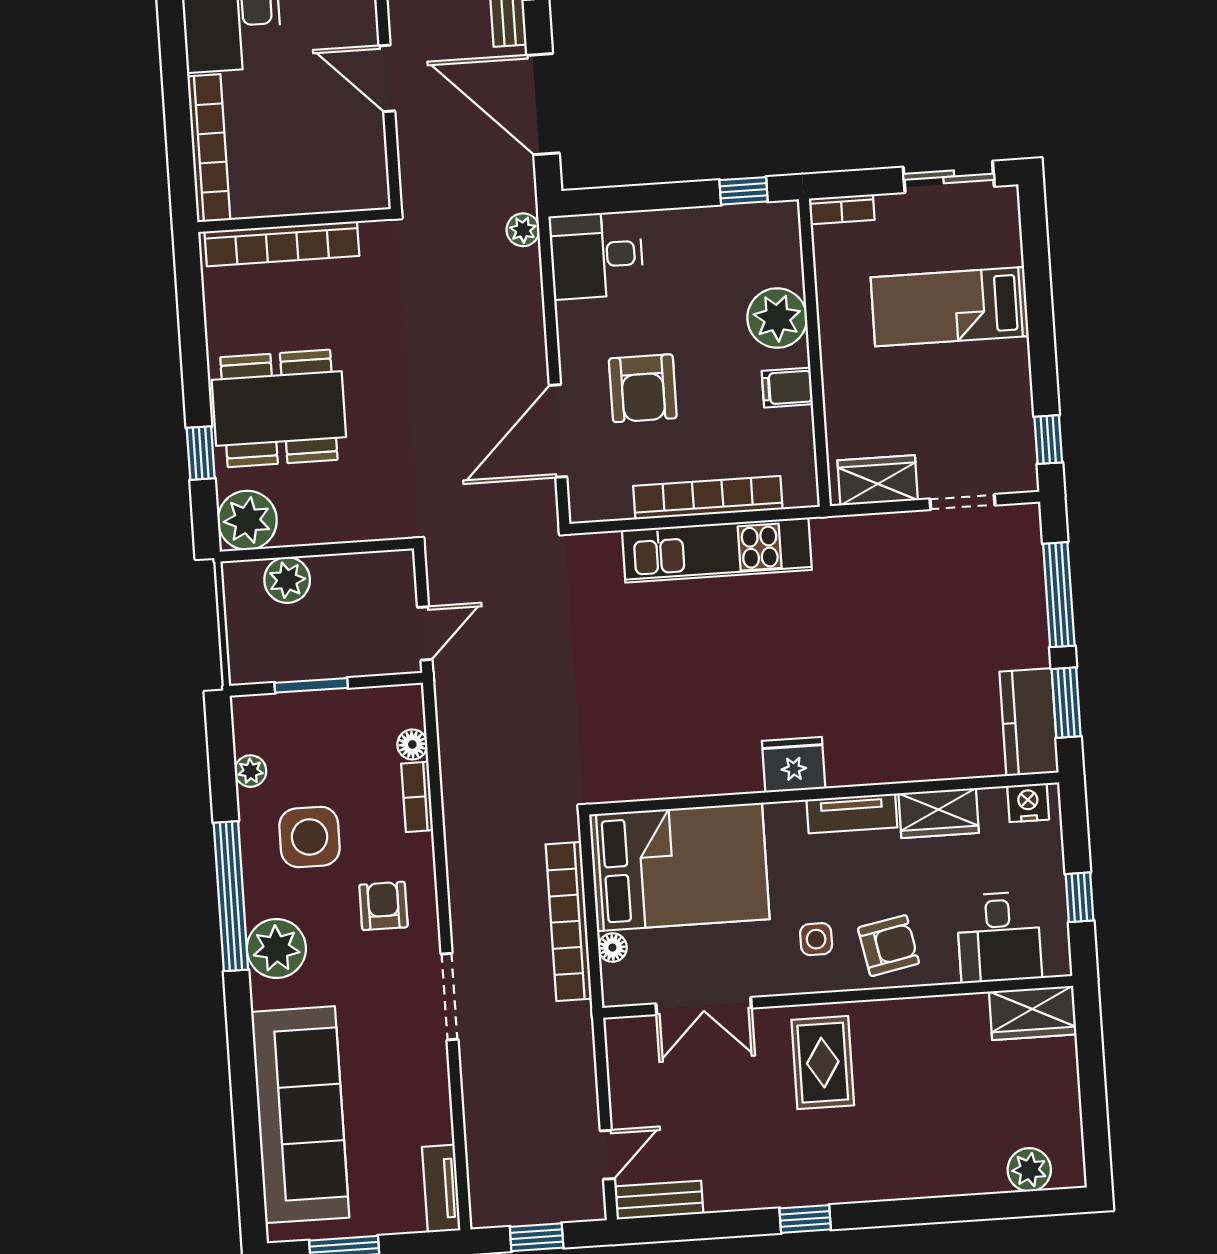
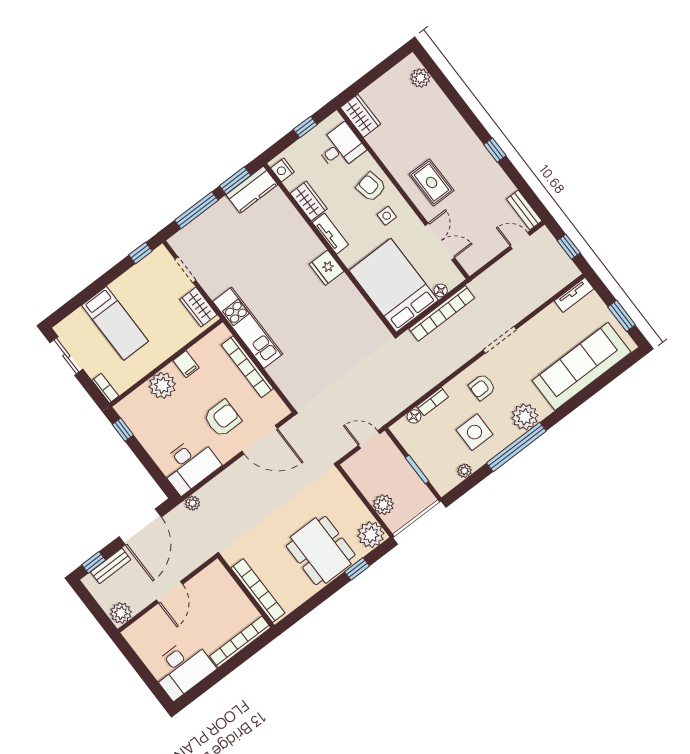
desk: (596, 255) -> (189, 465), width x1.37
kitchen unit: (717, 550) -> (248, 328), moved
rug: (823, 1063) -> (432, 182), turned 90

